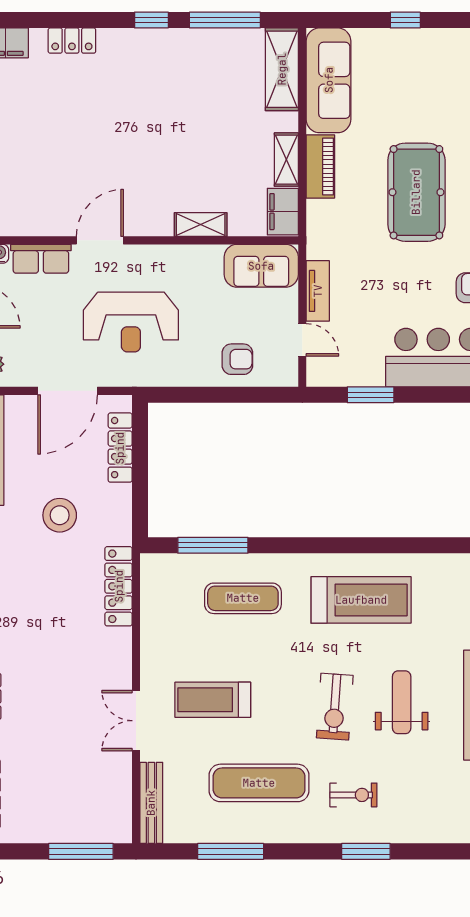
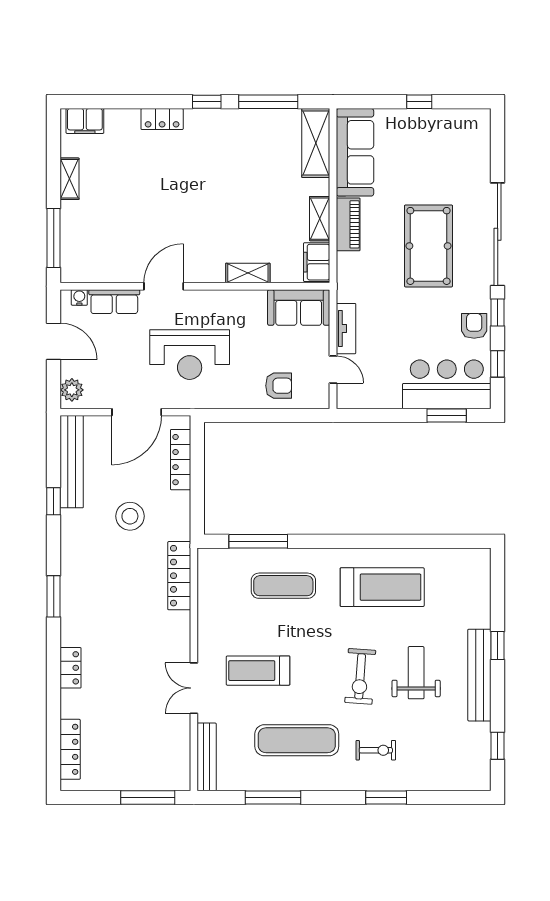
locker: (72, 41) -> (162, 119), moved
window: (371, 395) -> (447, 415), moved

